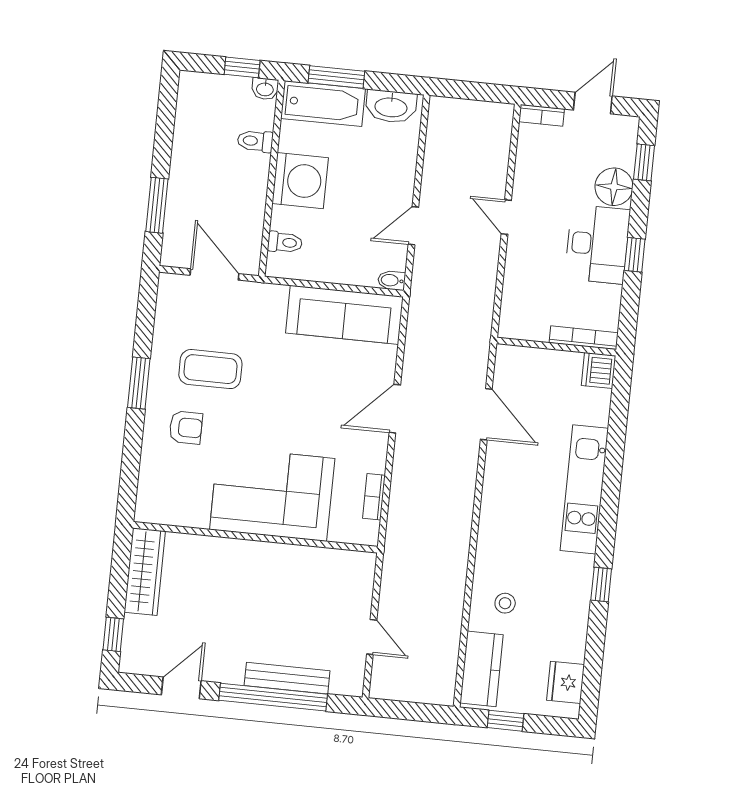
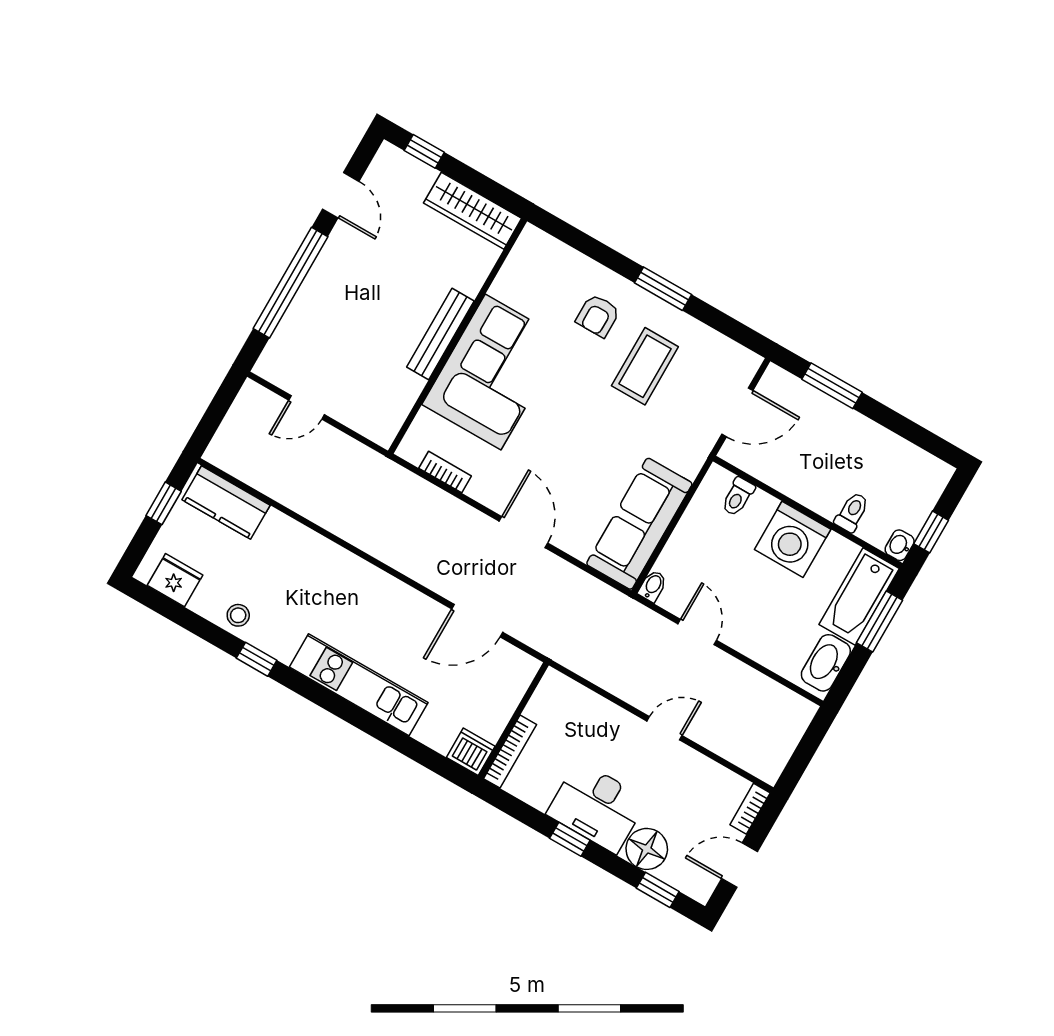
door: (593, 103) -> (739, 865), swing flipped
stool: (505, 603) -> (238, 615), moved
bench: (287, 678) -> (440, 334), moved

